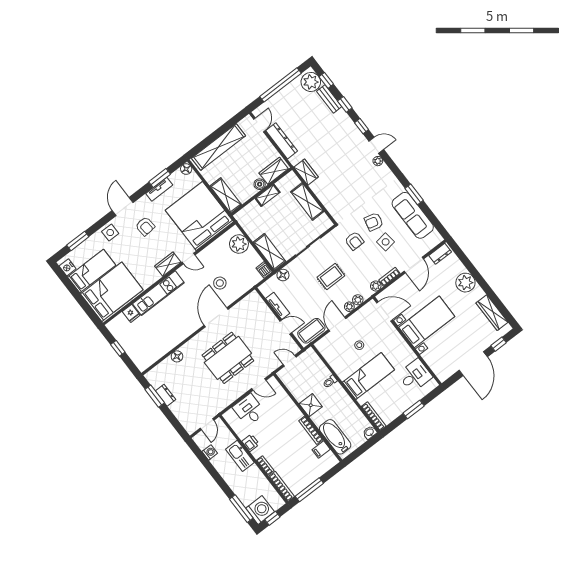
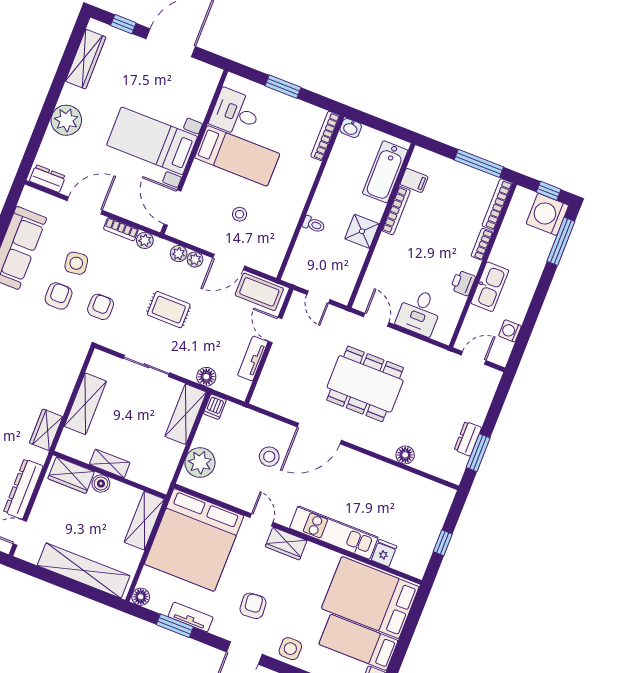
armchair: (374, 222) -> (59, 296), turned -104
bed: (369, 376) -> (237, 156), moved, turned 180

